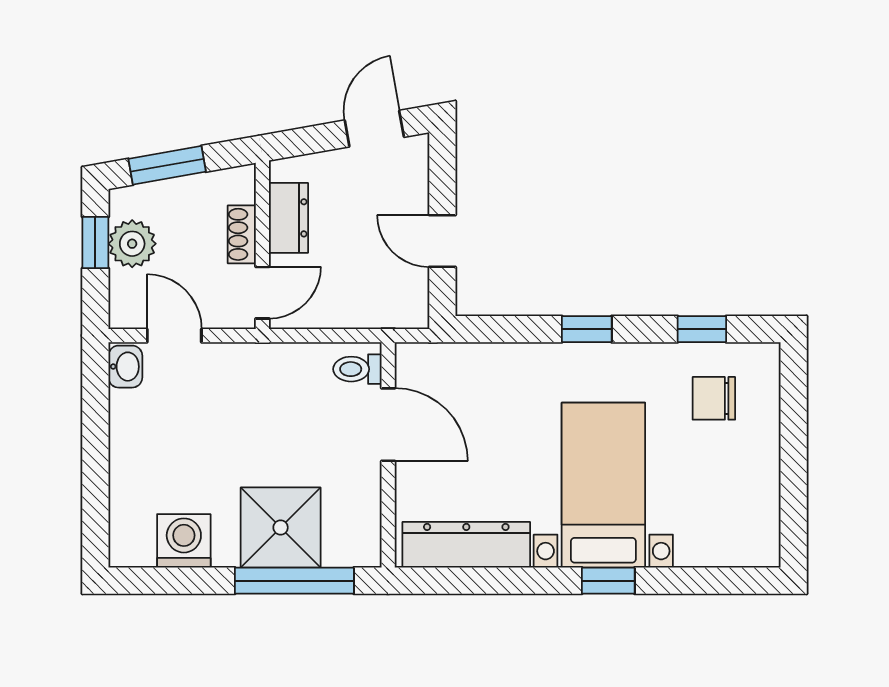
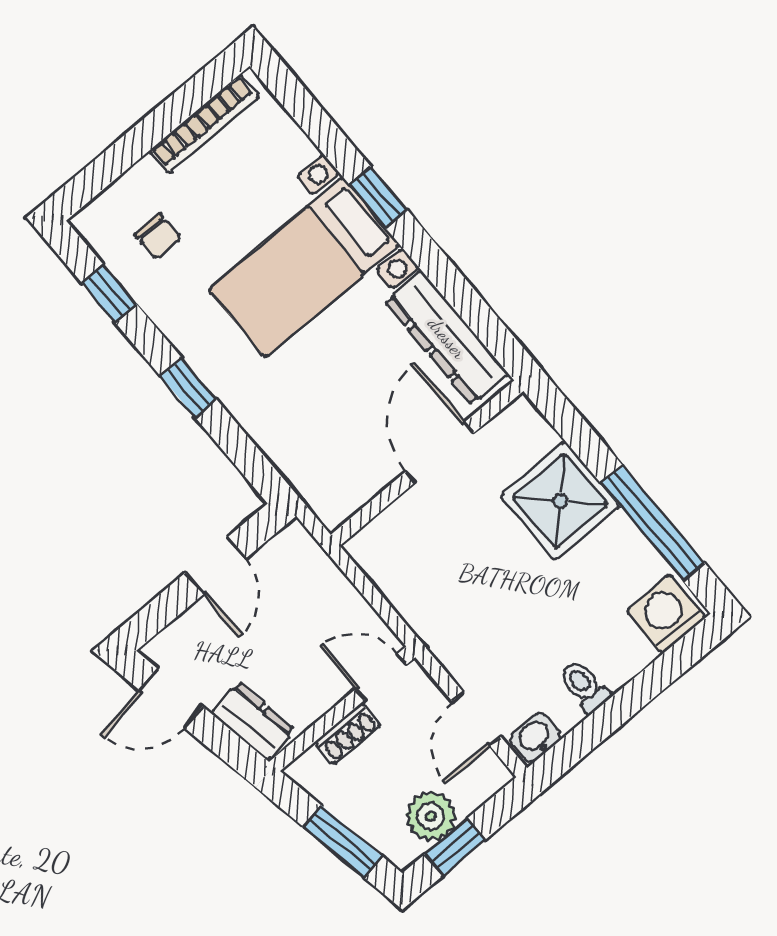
dresser: (289, 218) -> (253, 721), moved, turned 80
toilet: (357, 369) -> (584, 686), moved, turned 180
chair: (714, 398) -> (158, 236), width x0.73, depth x0.73
door: (388, 425) -> (440, 452), moved
bookcase: (766, 500) -> (204, 124), added
washing machine: (184, 541) -> (666, 614), moved, turned 90
window: (294, 581) -> (653, 523), moved

